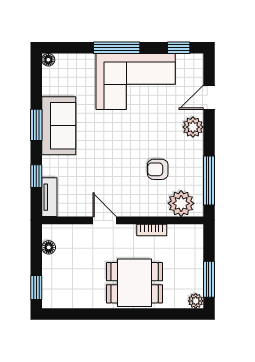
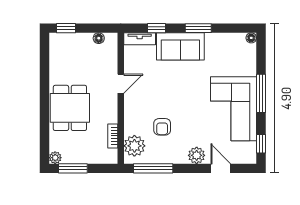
sofa: (59, 126) -> (180, 46), moved
armchair: (158, 169) -> (162, 127), turned 180
bookcase: (152, 230) -> (113, 136), moved

